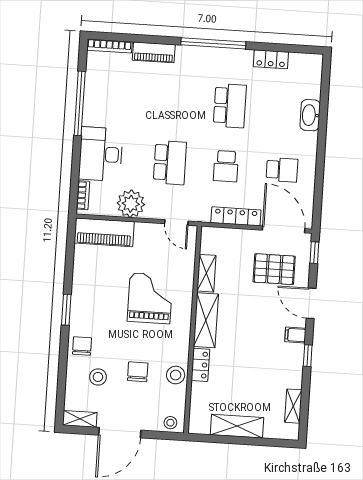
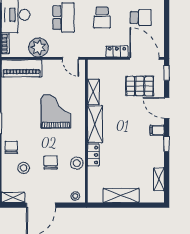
locker: (236, 216) -> (117, 52), width x0.66

